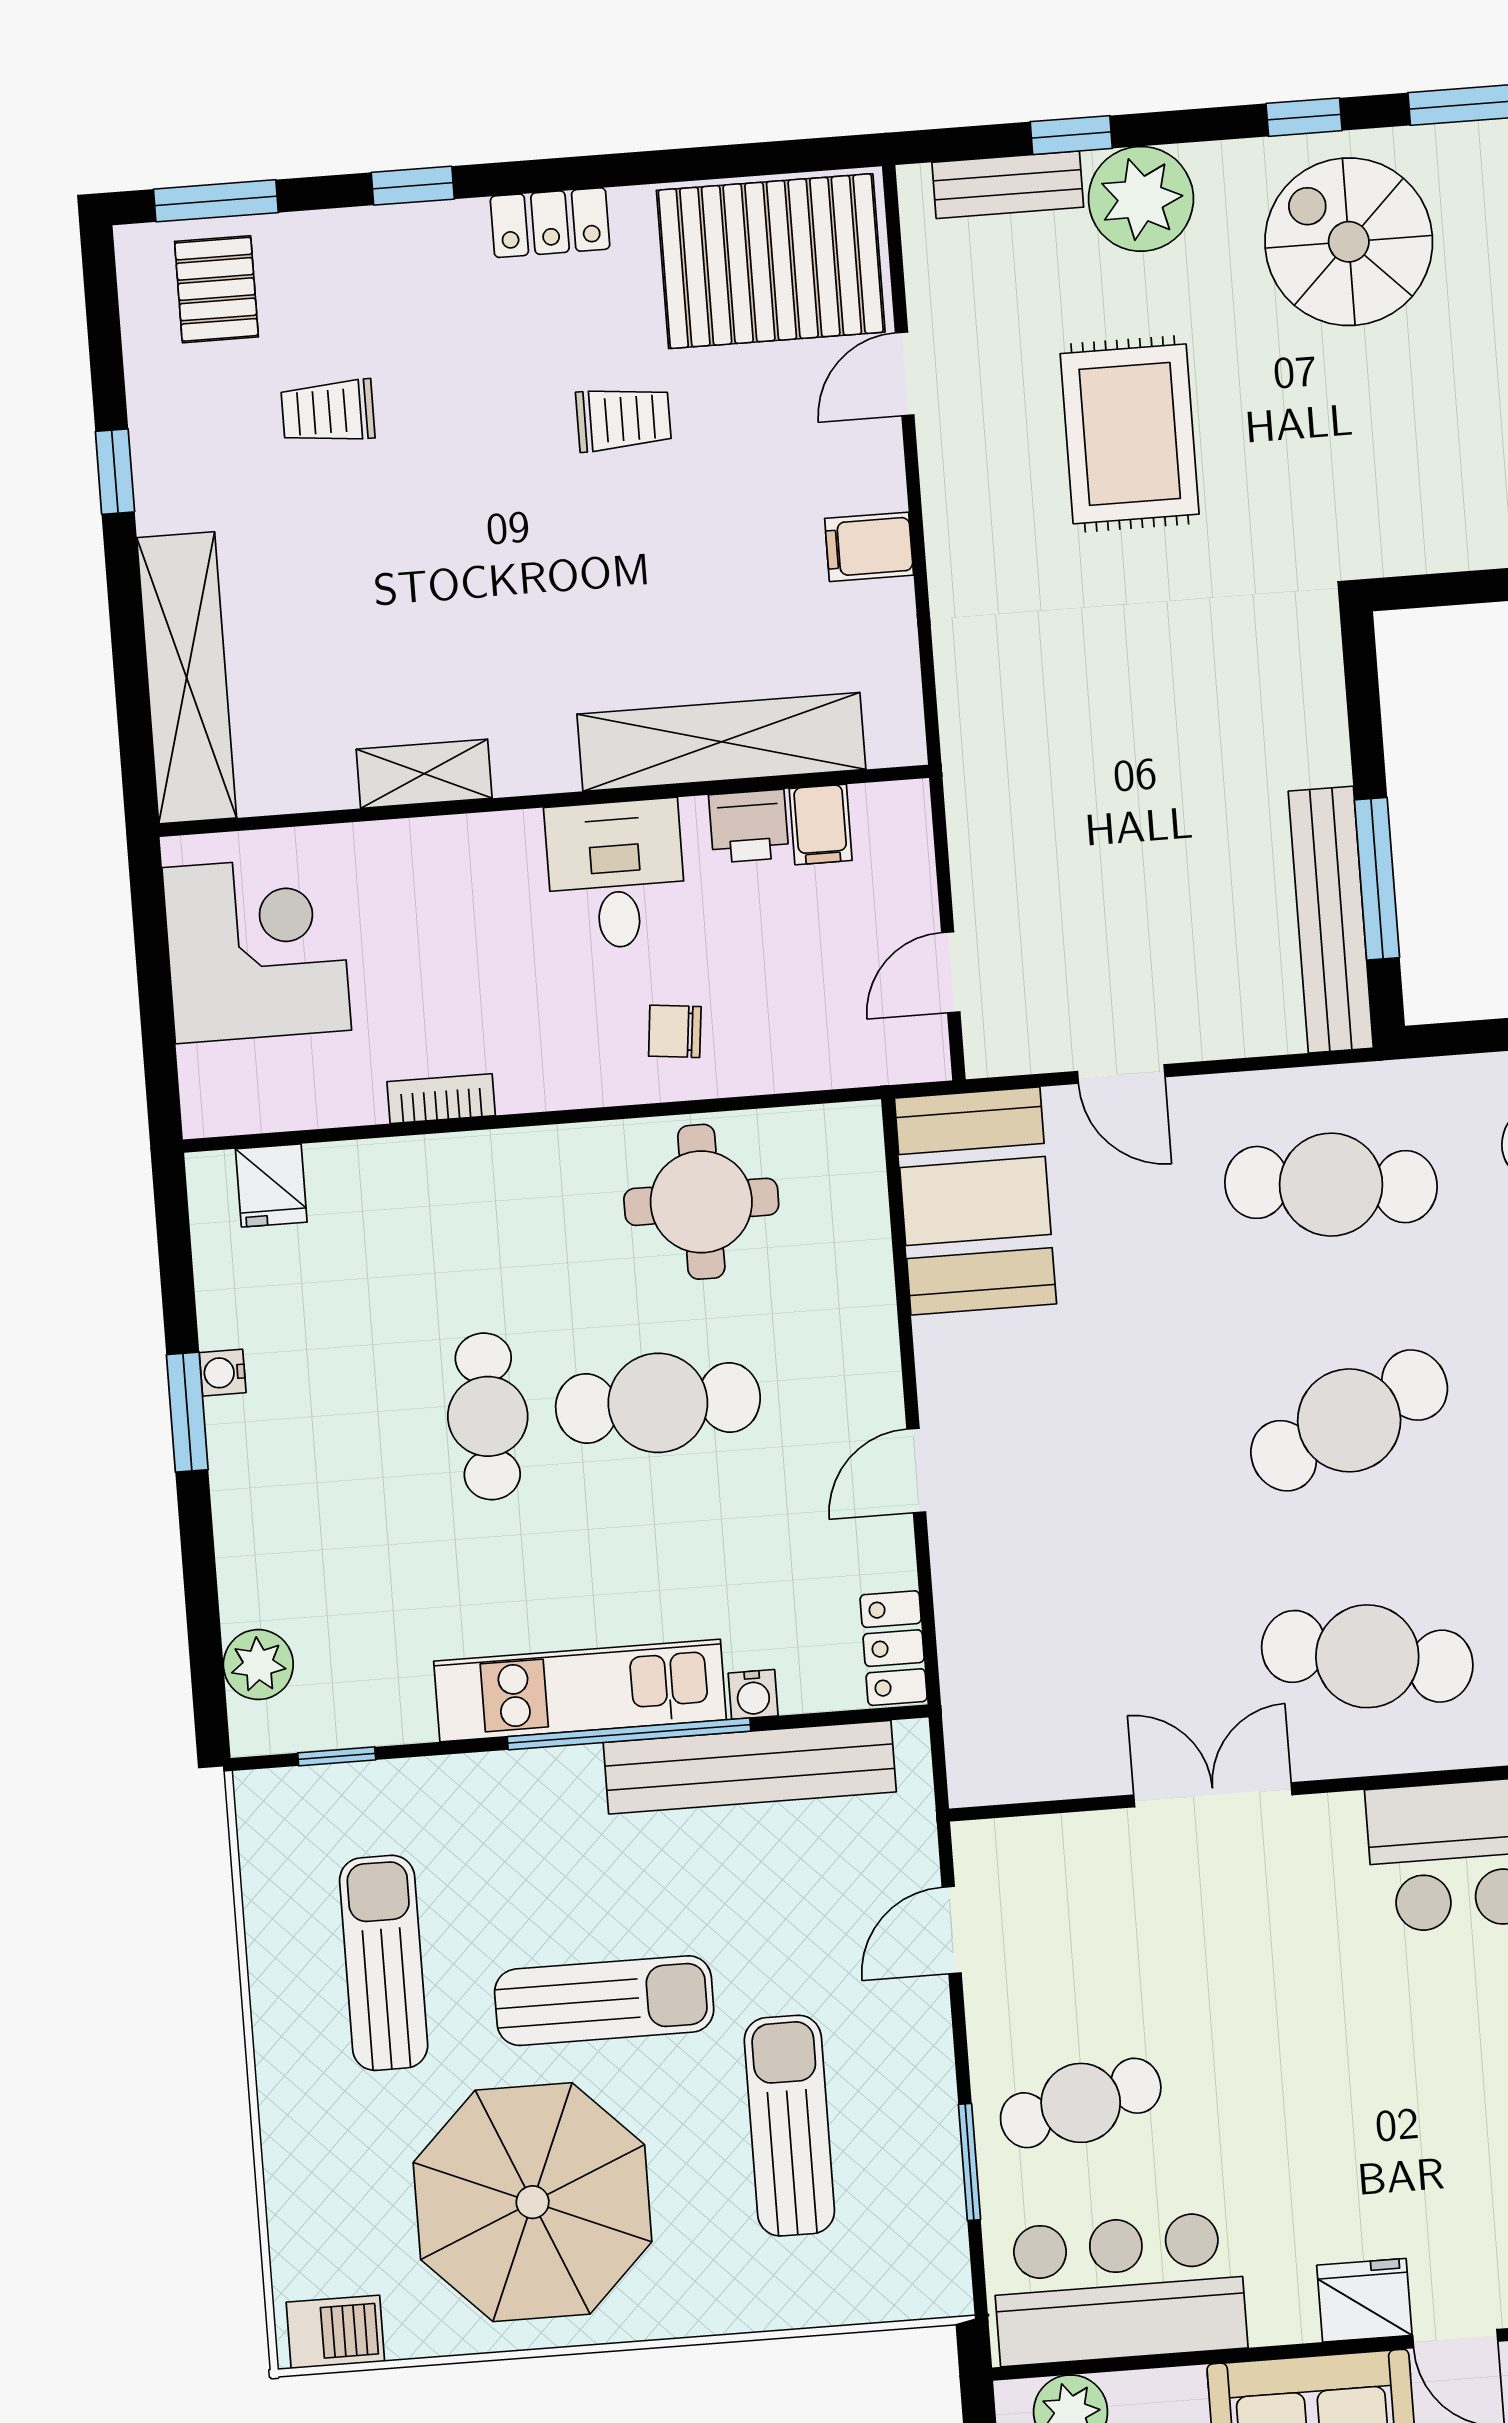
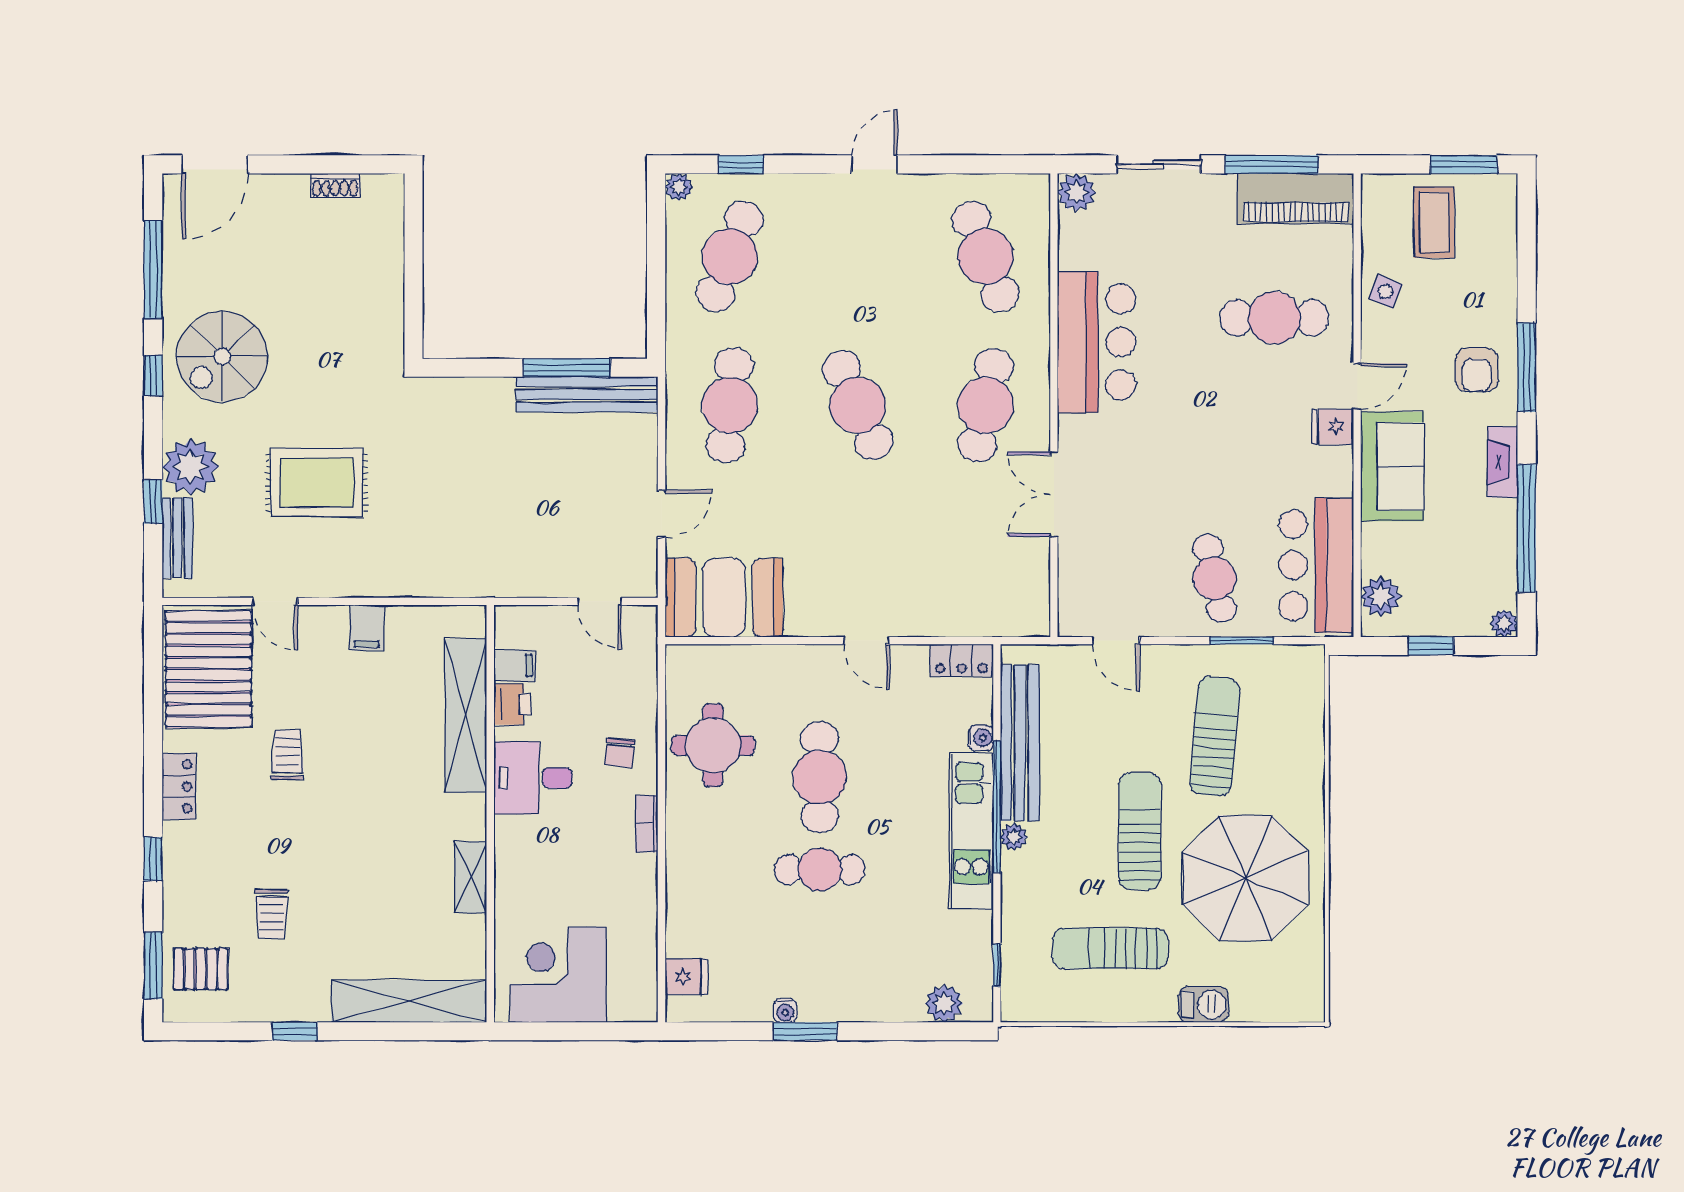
bookcase: (441, 1099) -> (646, 824), moved
plant: (575, 1769) -> (1014, 837), added
sun lounger: (789, 2126) -> (1215, 736), turned 95
fridge: (1364, 2300) -> (1333, 427), width x0.72
barbecue: (335, 2332) -> (1204, 1004), moved, turned 90

